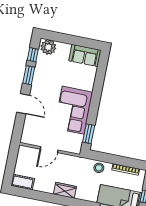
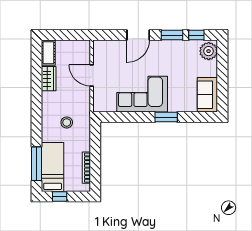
window: (89, 134) -> (166, 117), moved
stool: (99, 168) -> (67, 122), moved
wardrobe: (65, 190) -> (49, 79), moved

